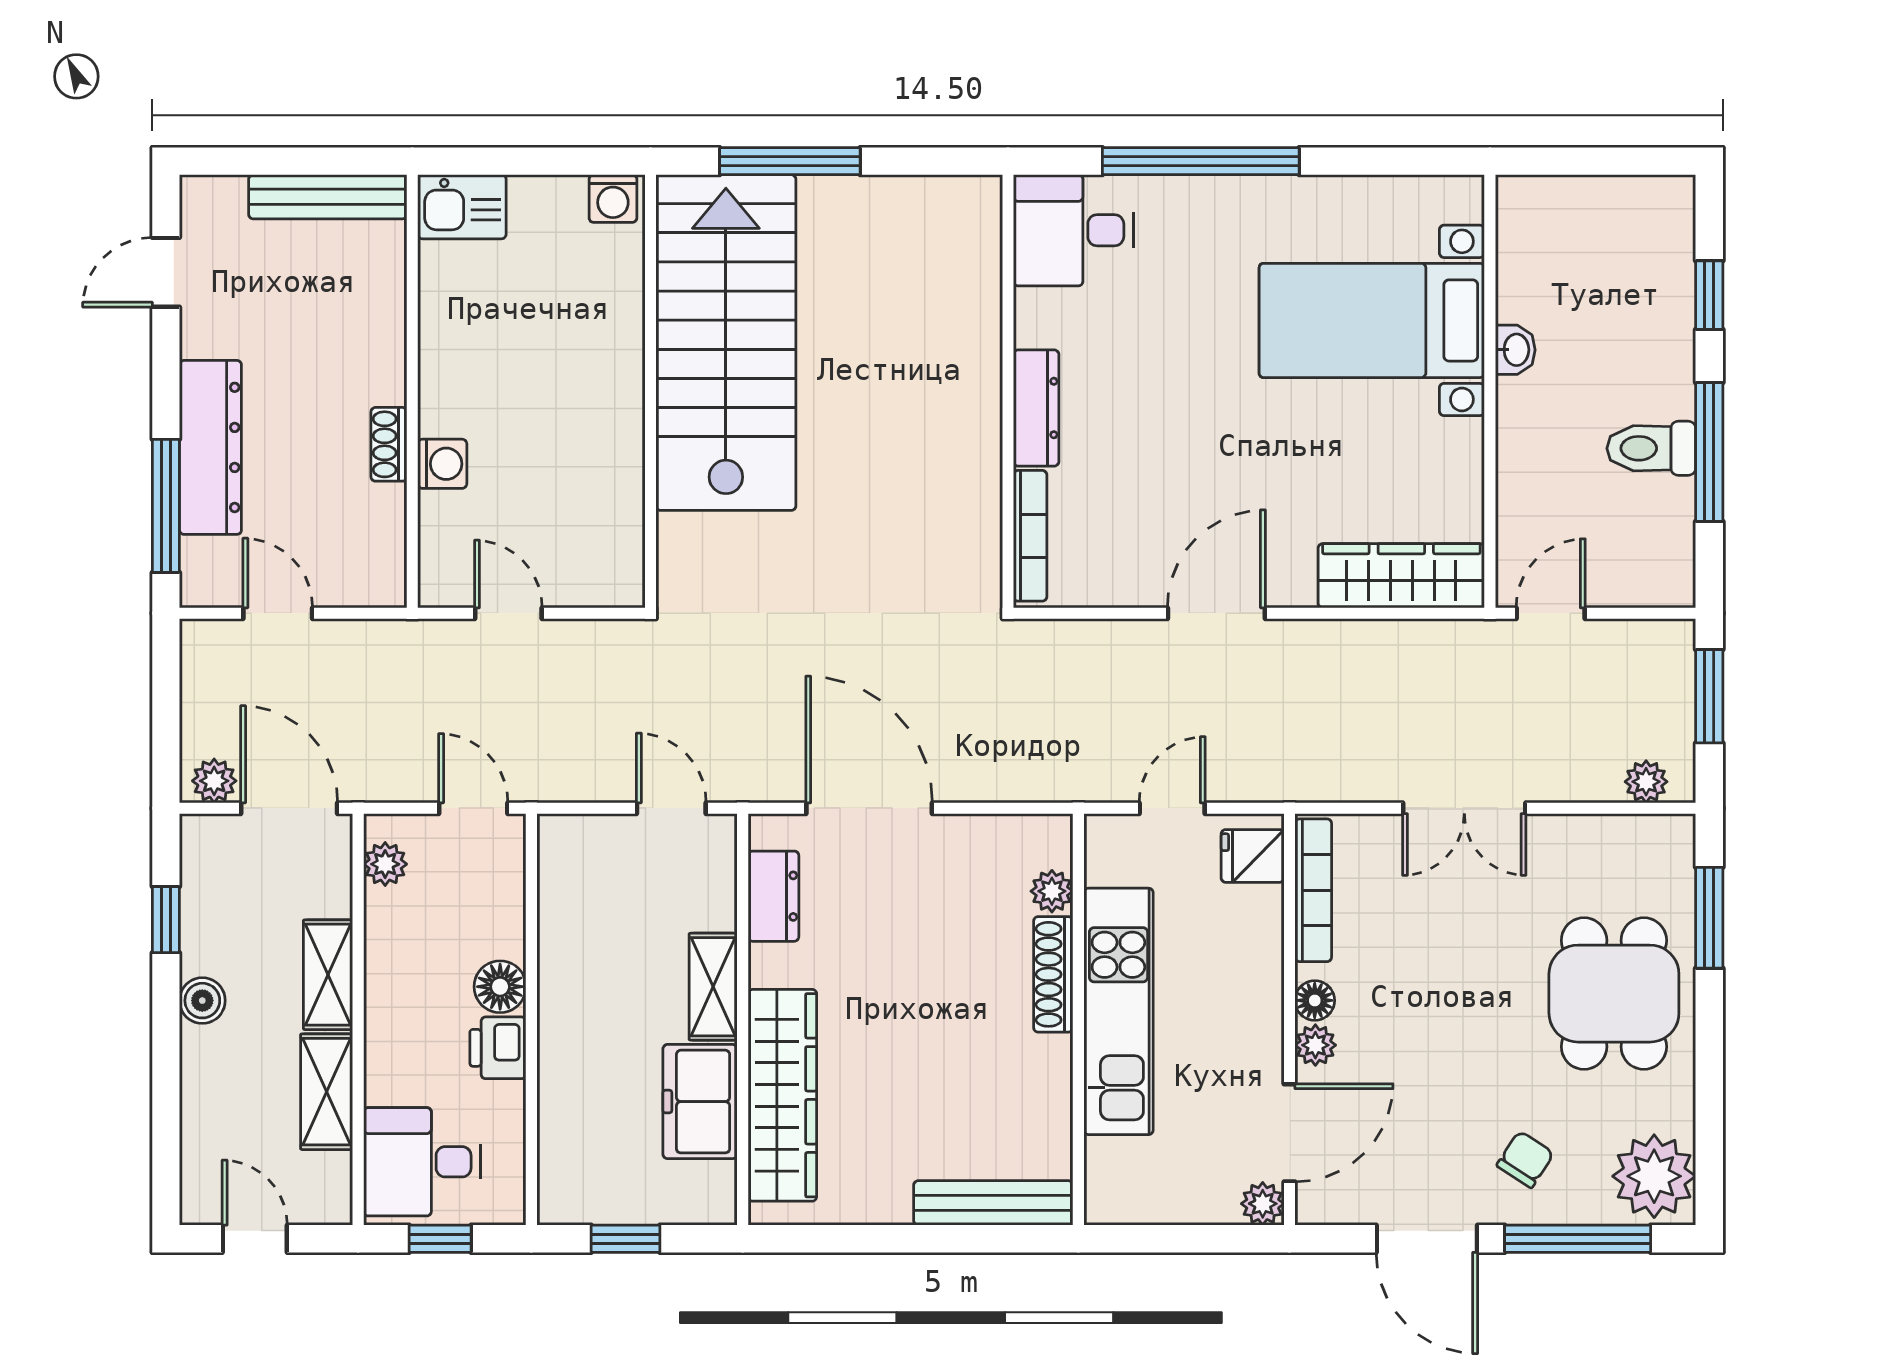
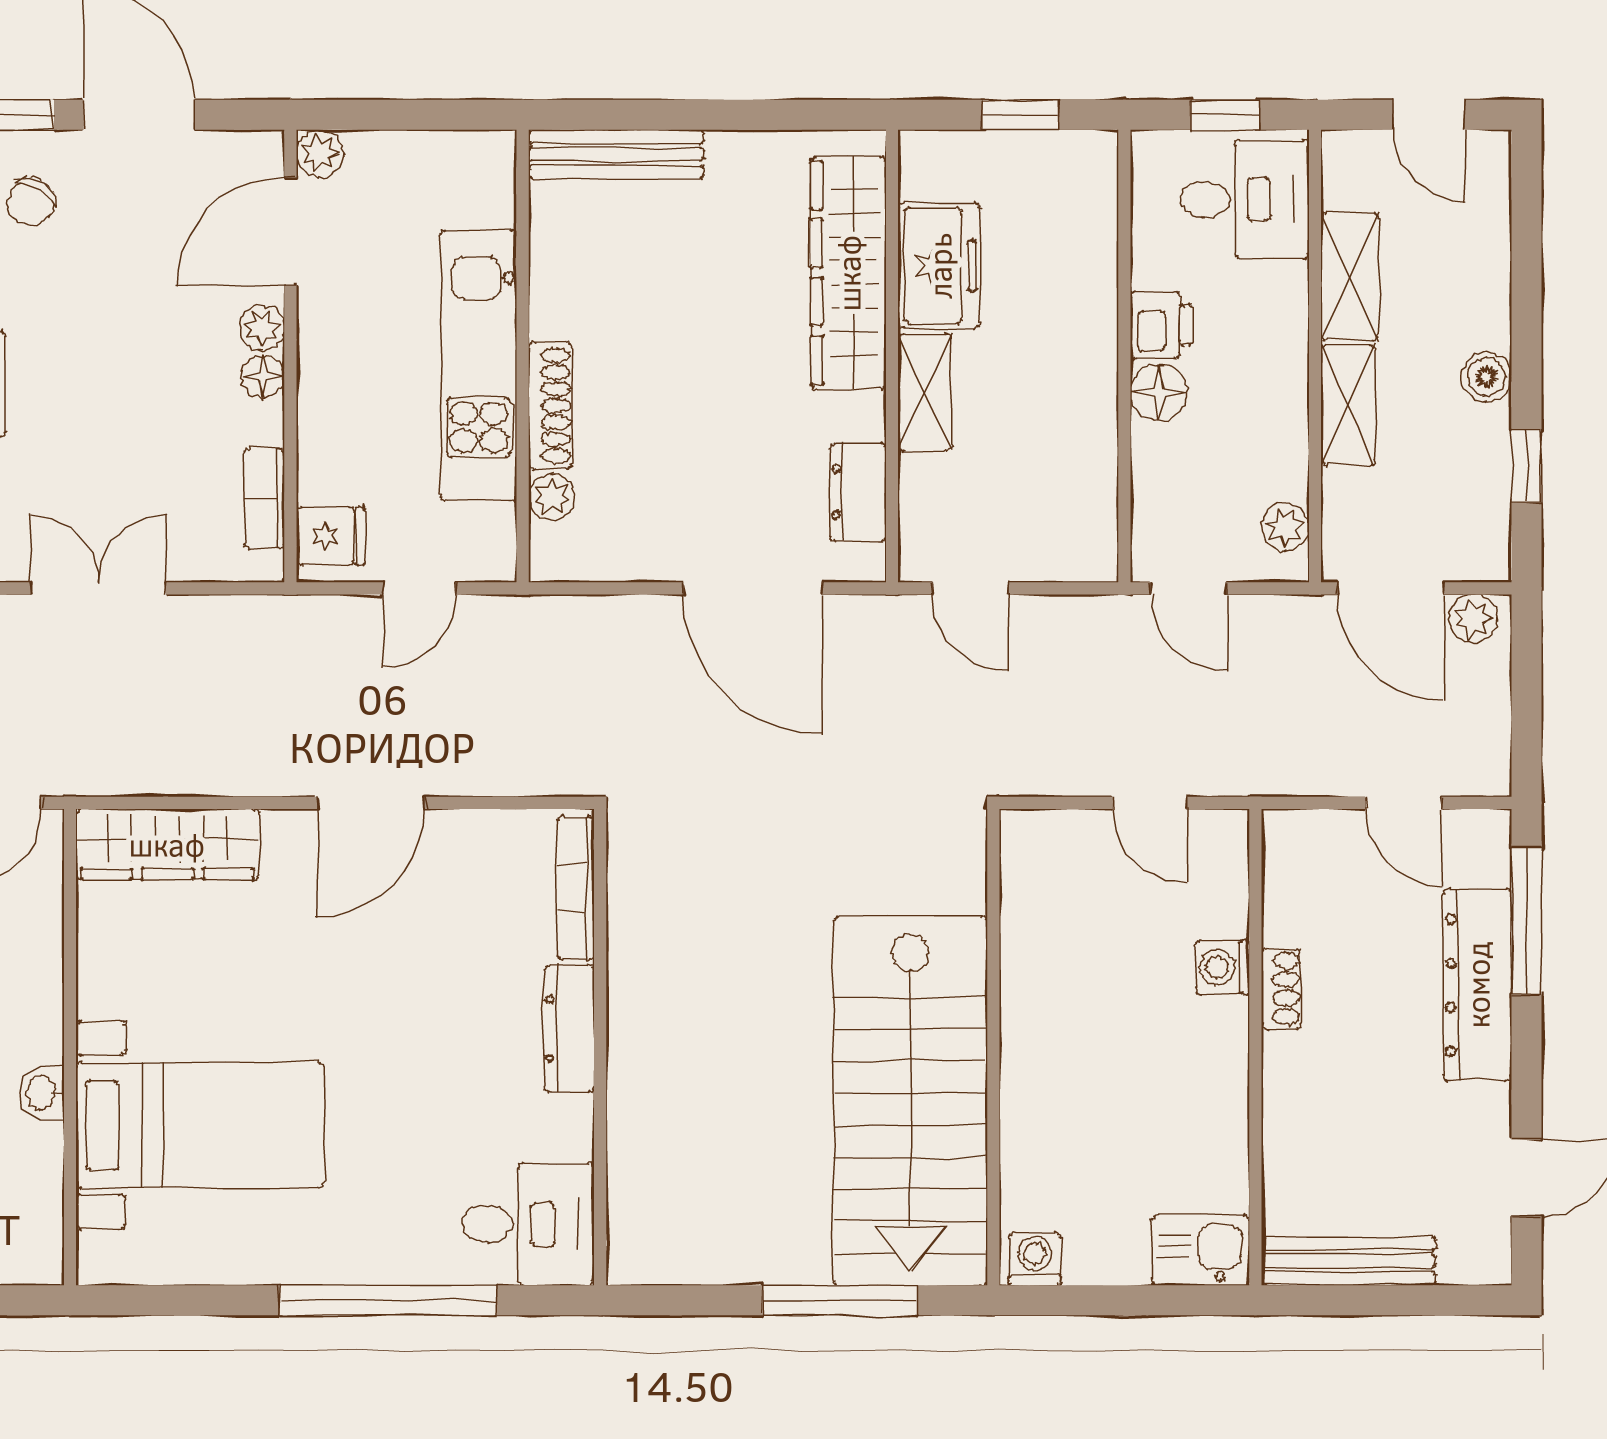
bookcase: (1313, 890) -> (264, 498), width x0.64

